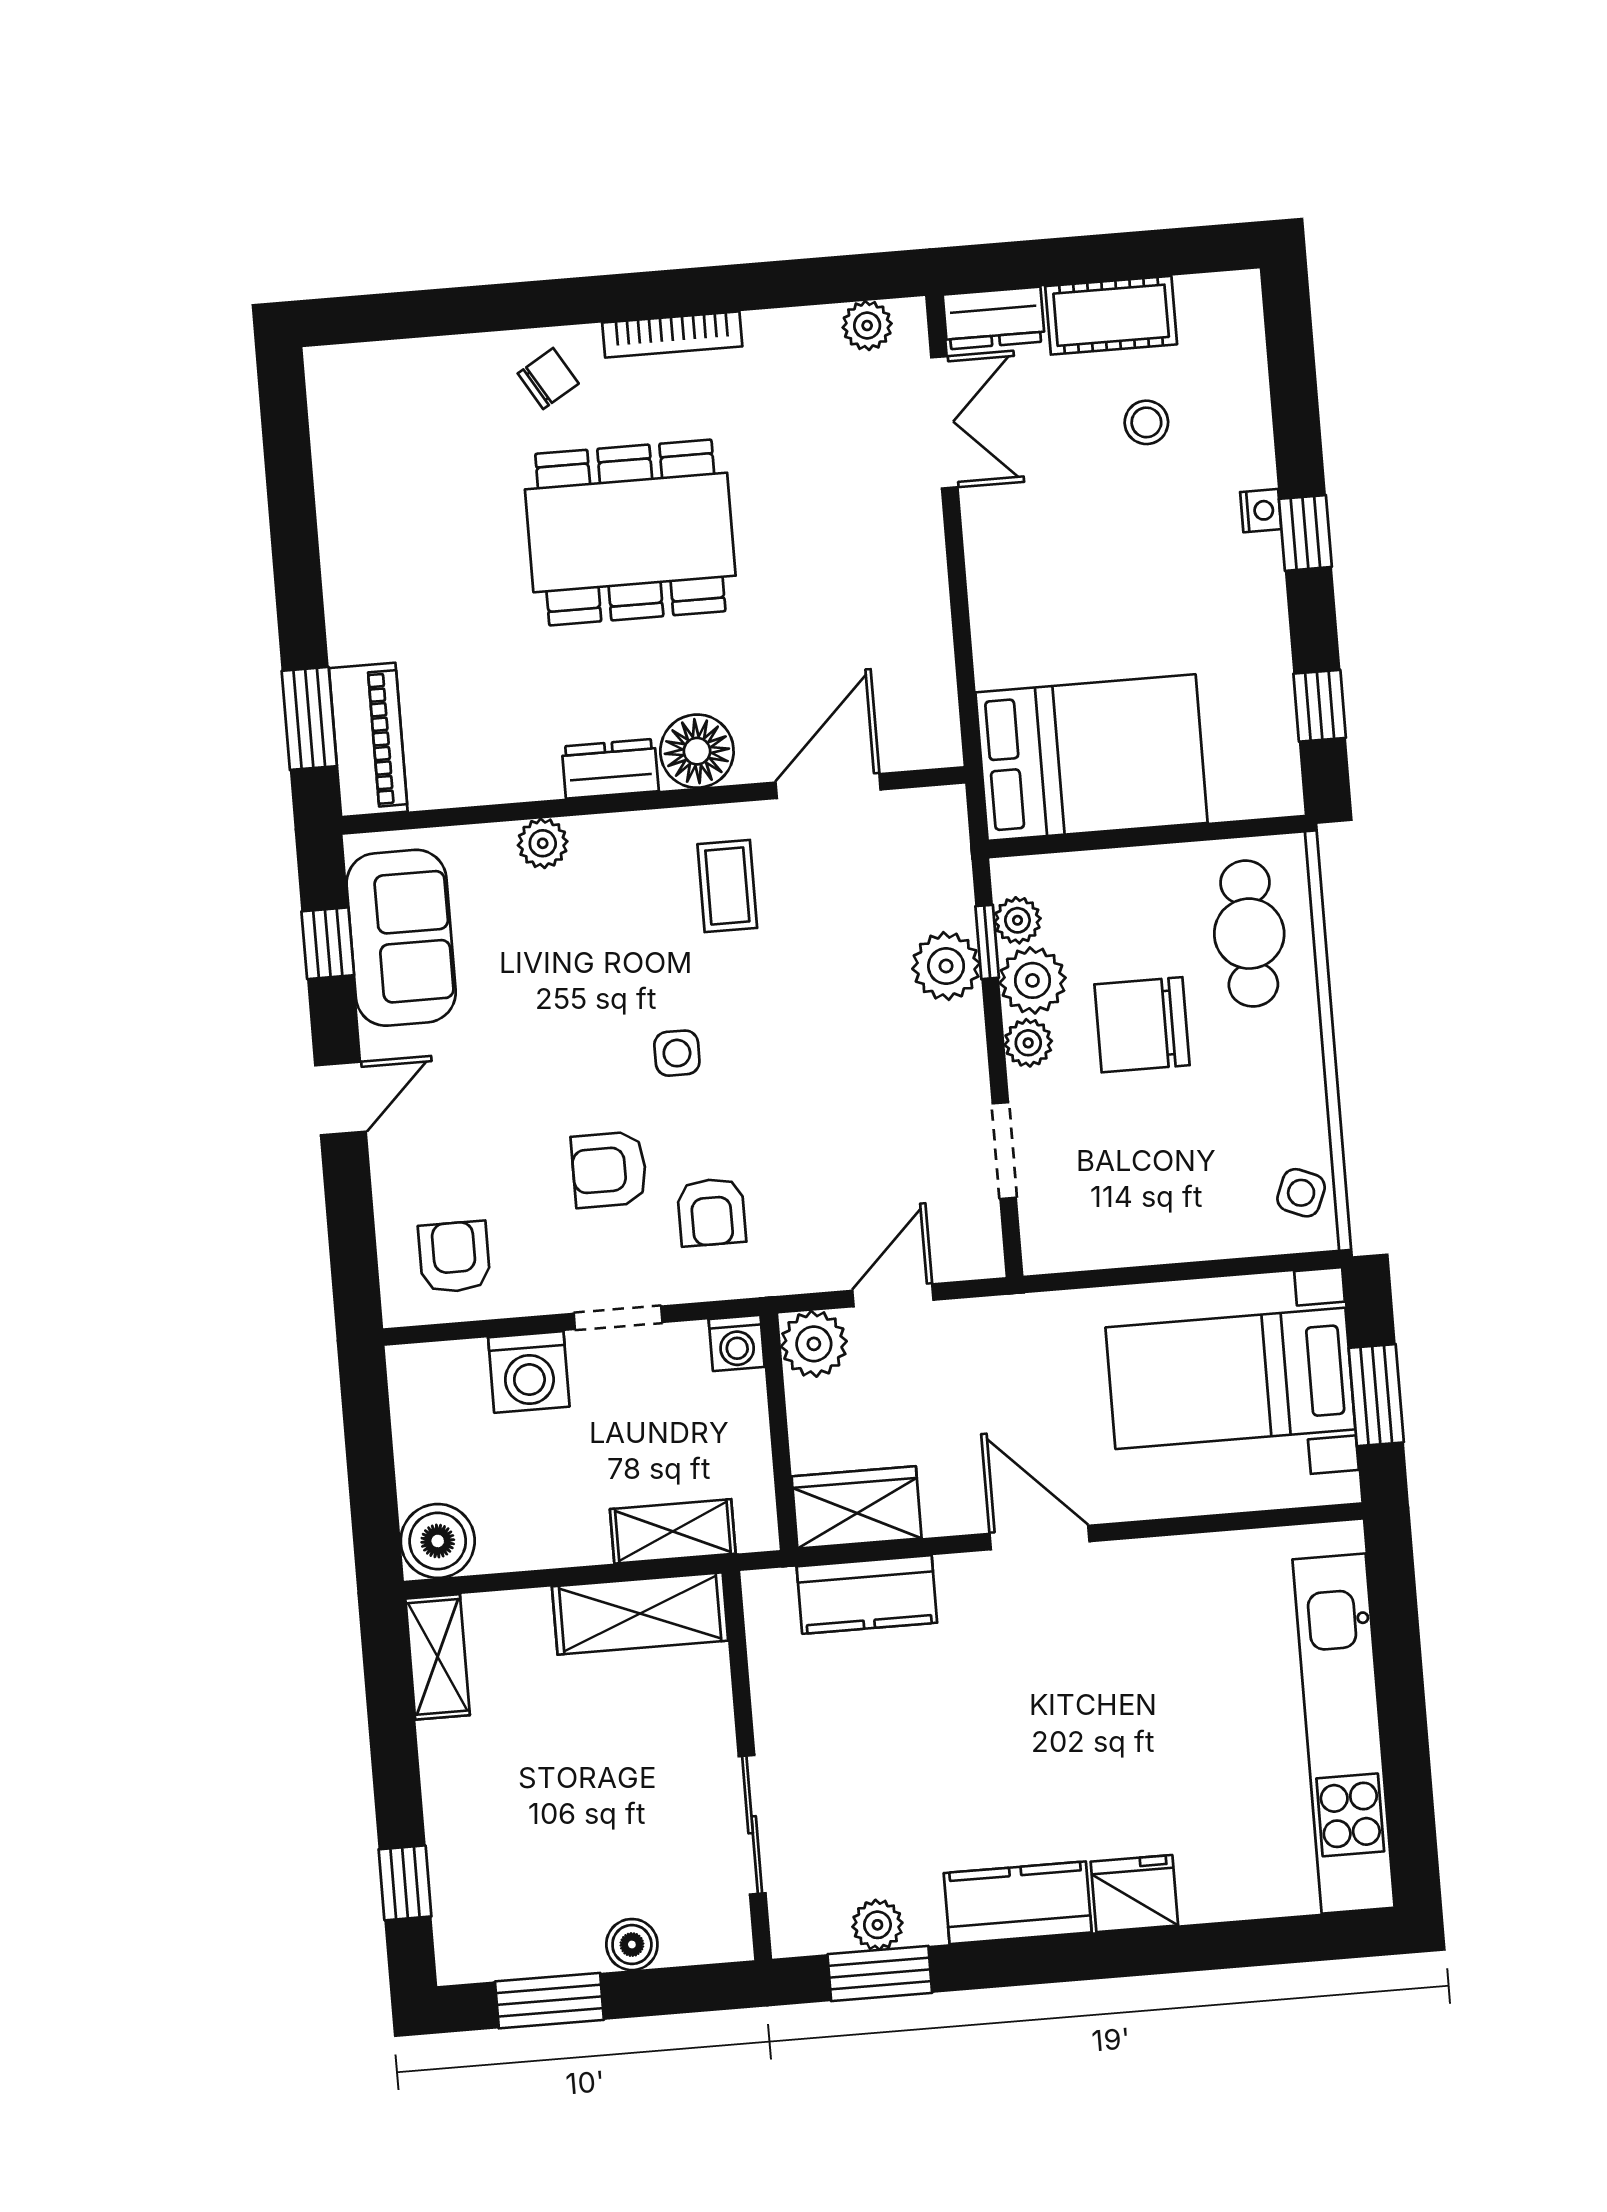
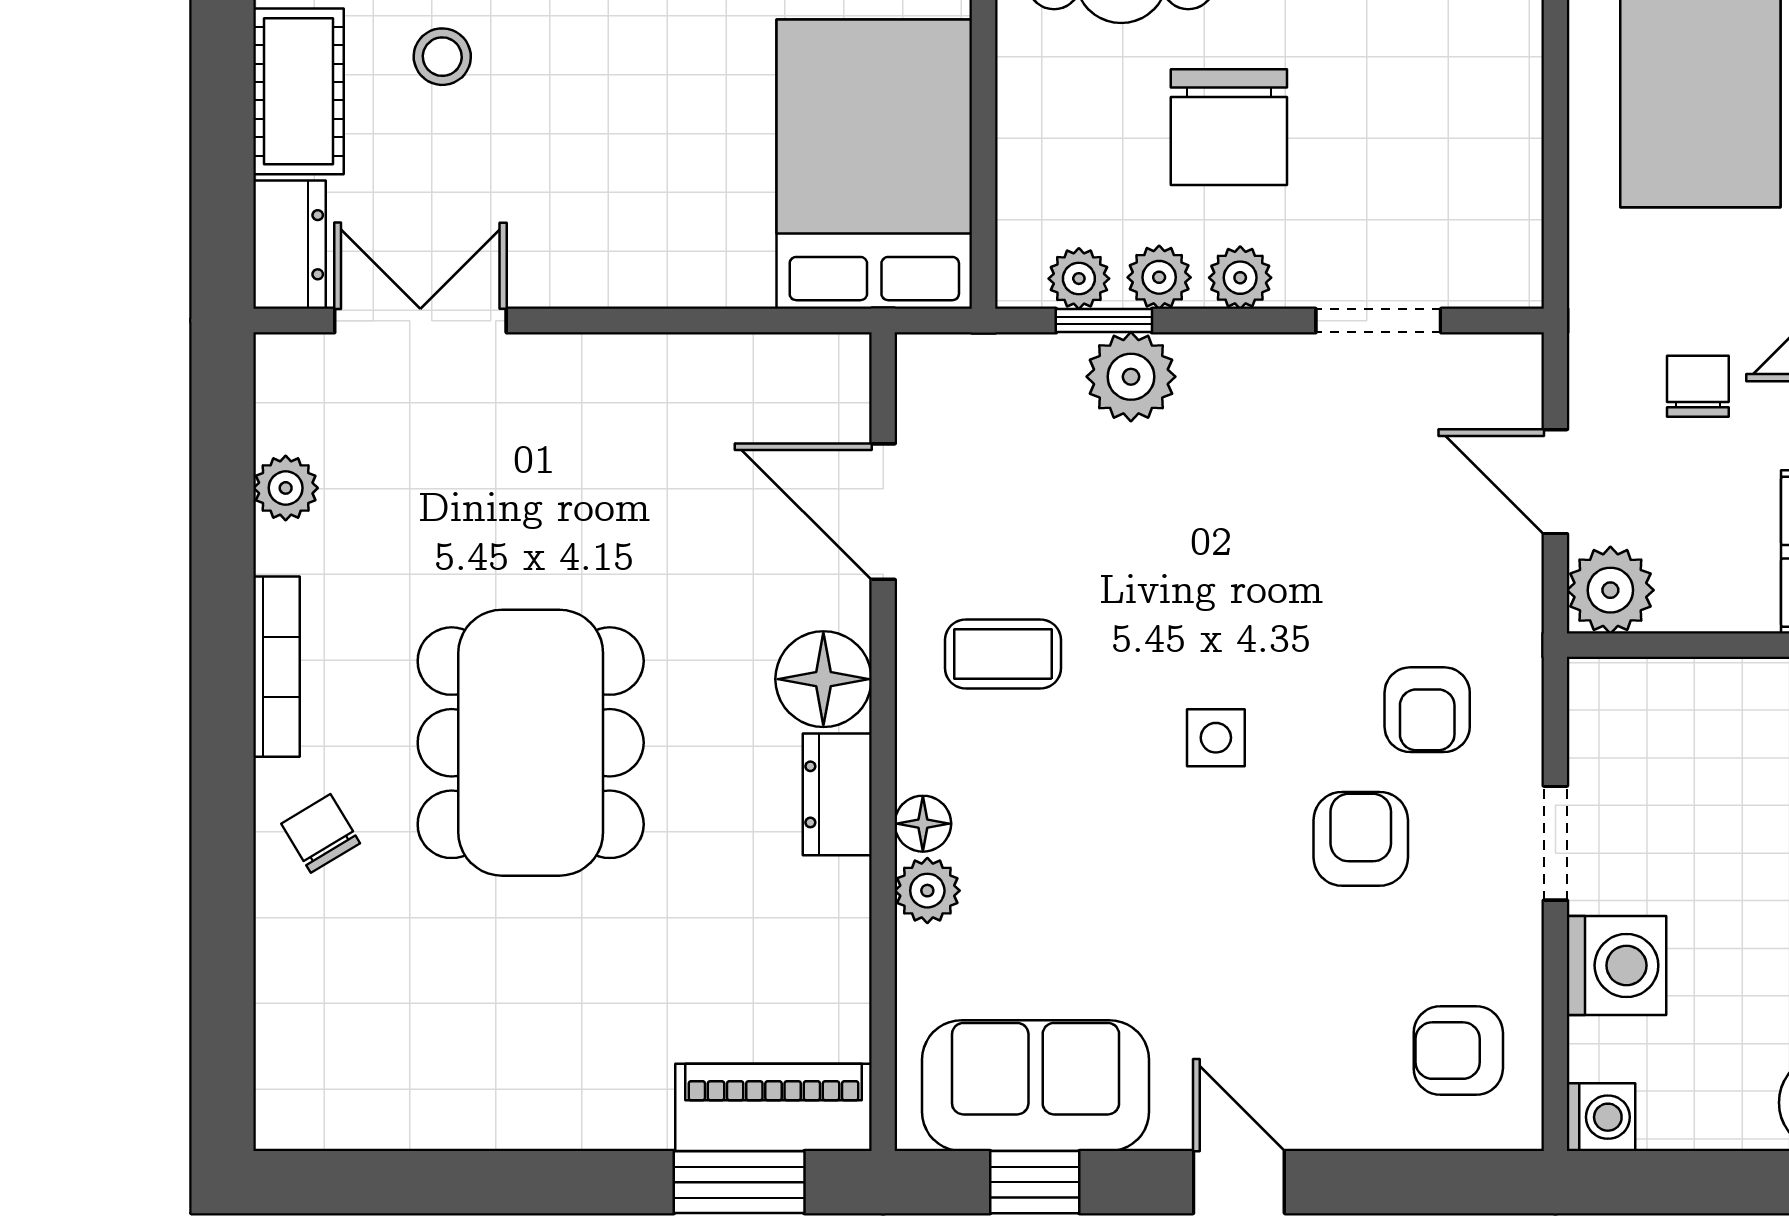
plant: (867, 325) -> (286, 488), moved
floor lamp: (593, 836) -> (923, 824), added
plant: (1033, 980) -> (1159, 277), width x0.73, depth x0.73
armchair: (609, 1170) -> (1361, 839), turned 180
armchair: (711, 1212) -> (1427, 710), turned 90
washing machine: (737, 1343) -> (1601, 1117), moved
chair: (974, 1398) -> (1698, 386), added

